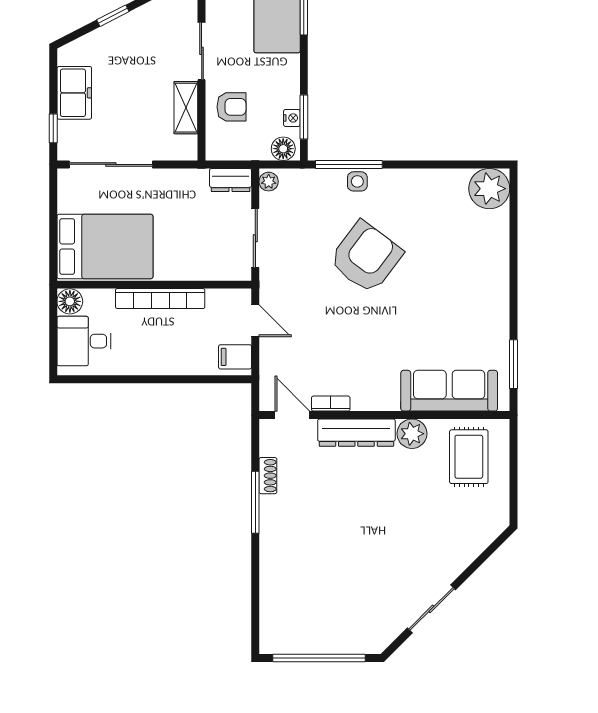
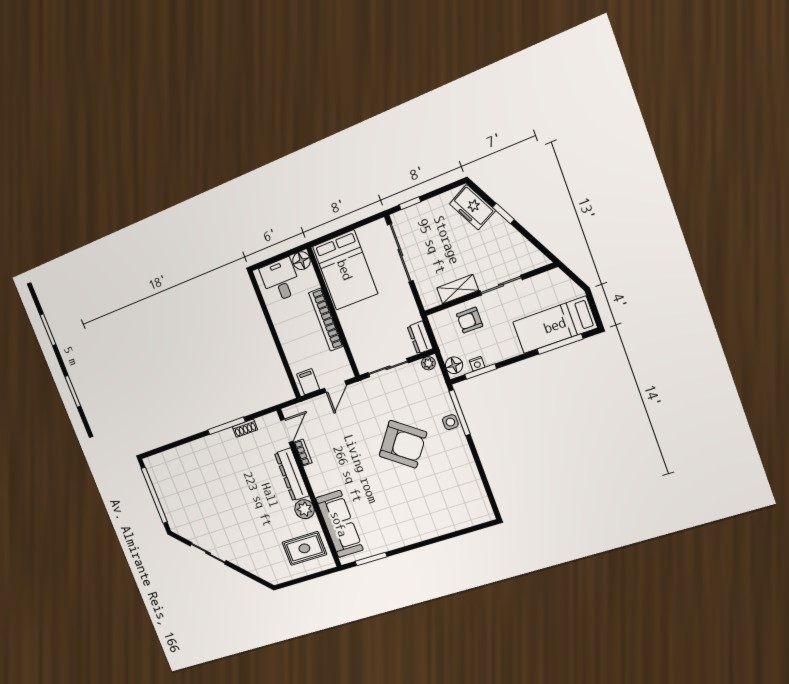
freezer: (74, 93) -> (472, 207), moved, turned 63
armchair: (232, 107) -> (470, 320), turned 90
plant: (489, 189) -> (478, 510), removed

